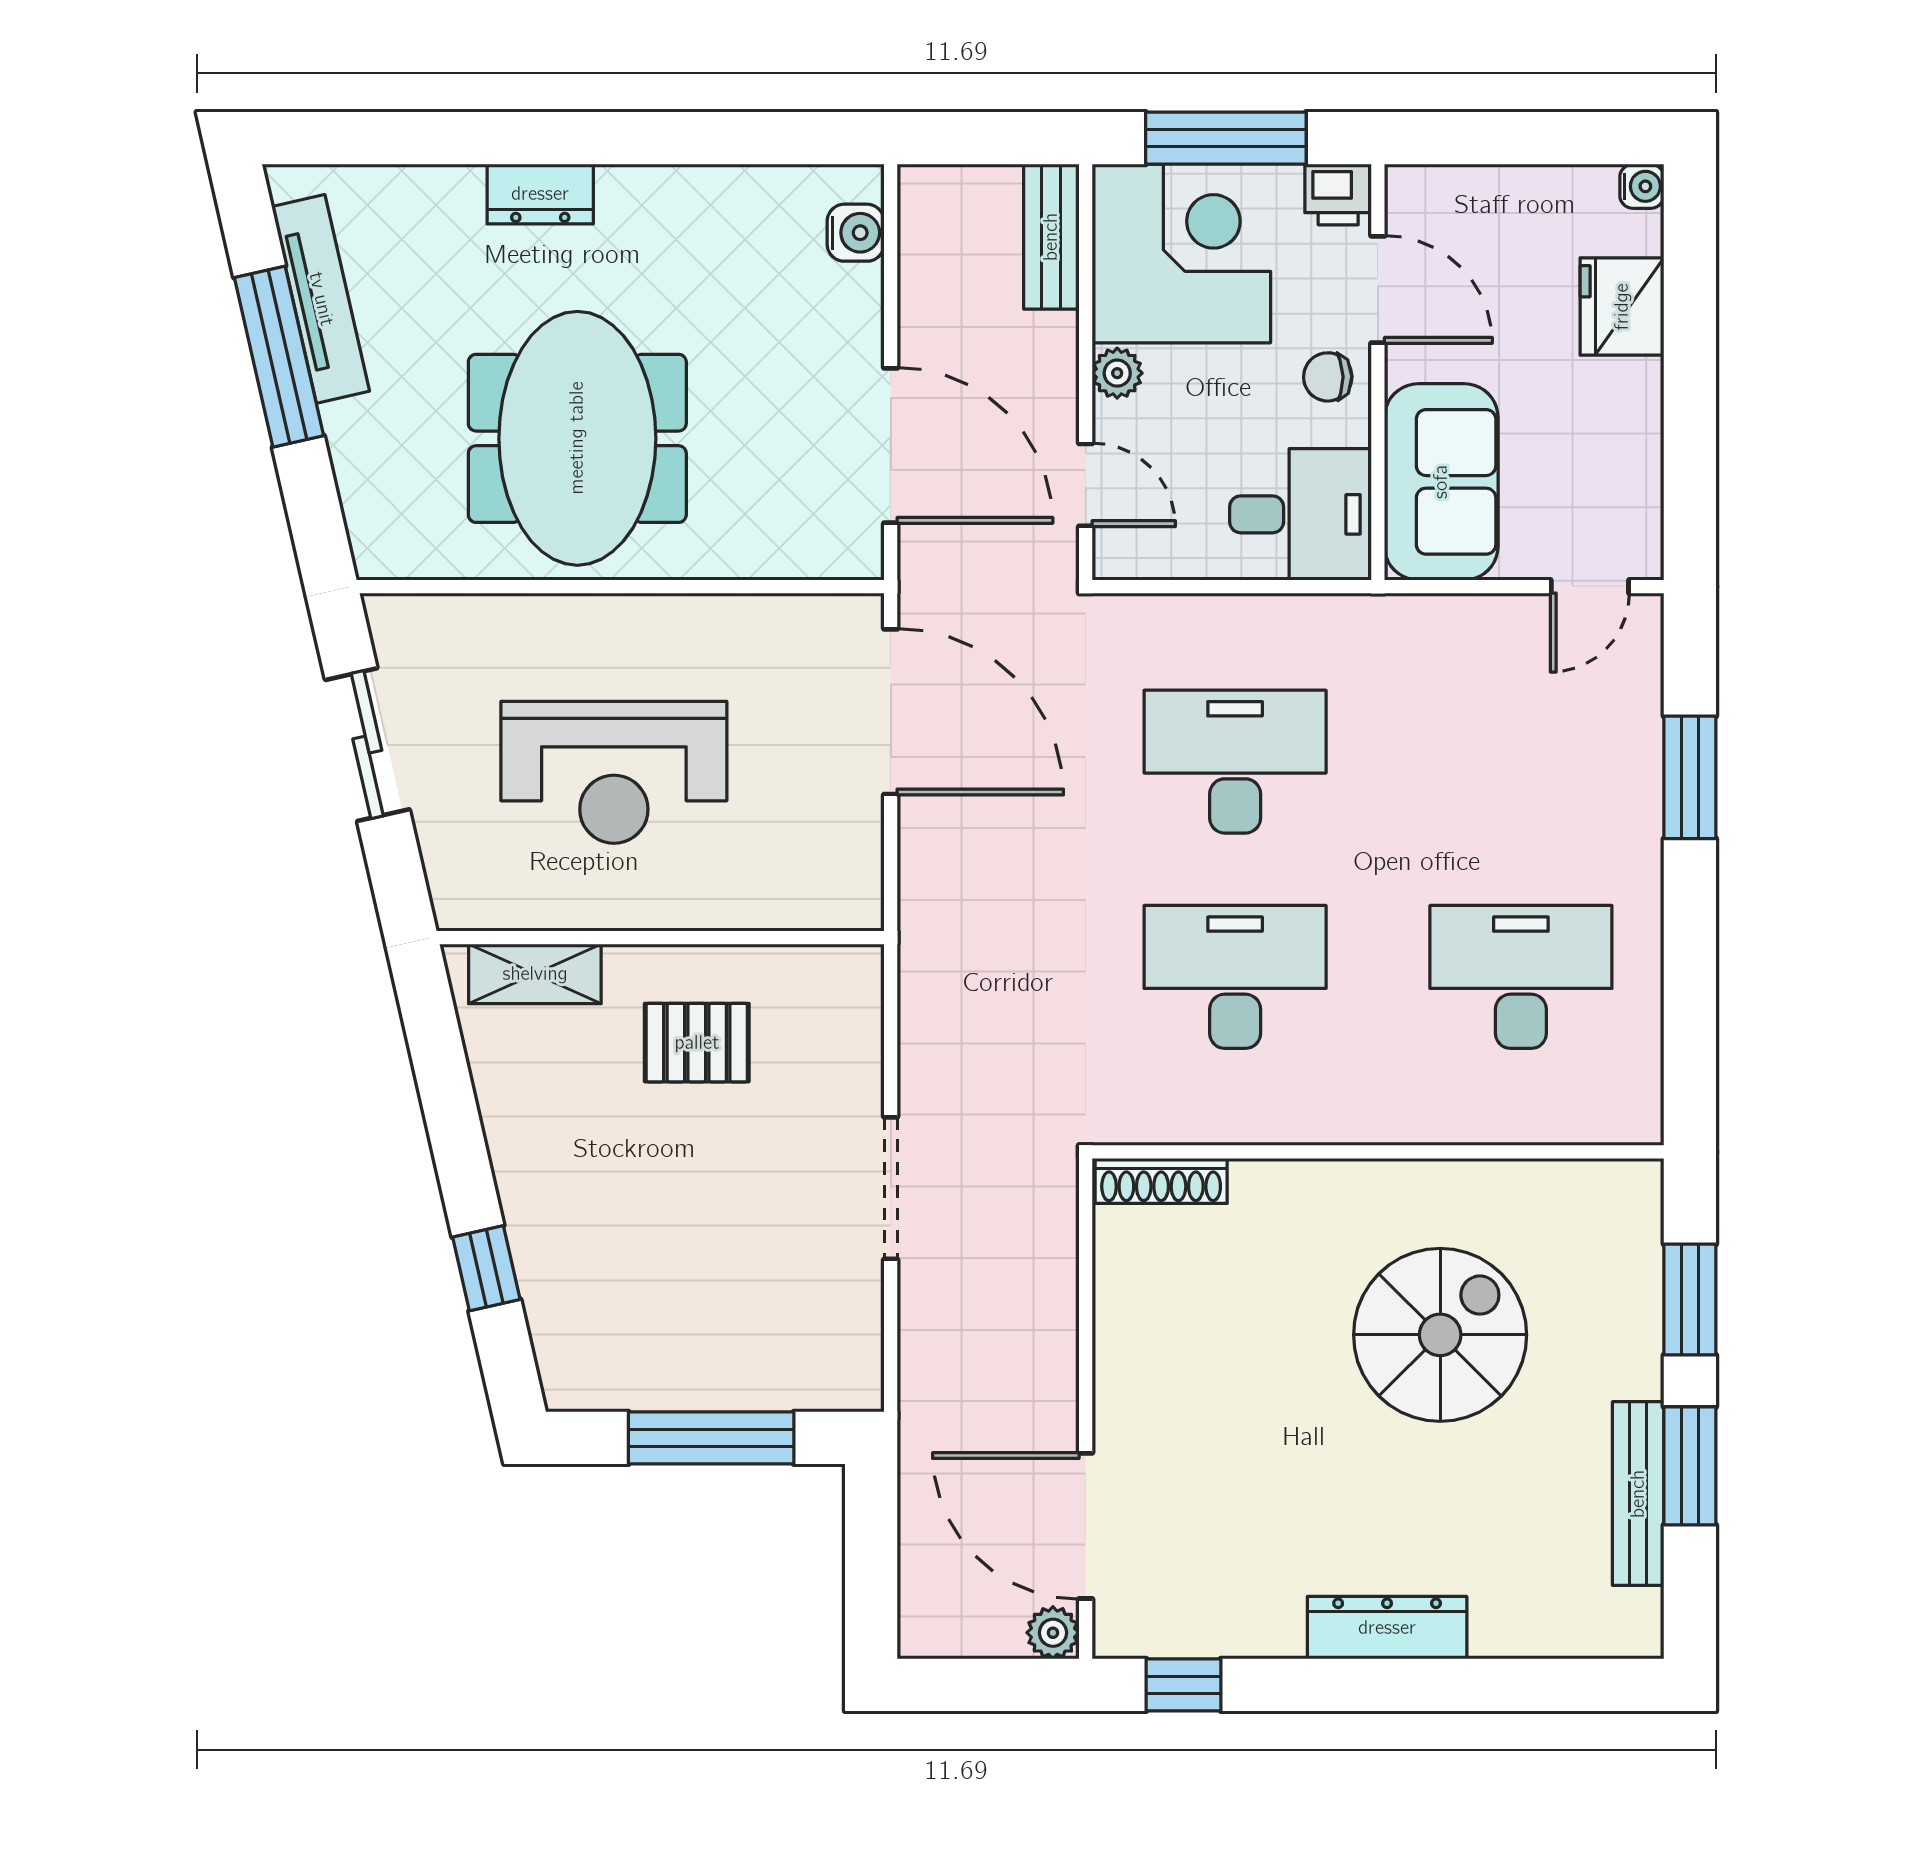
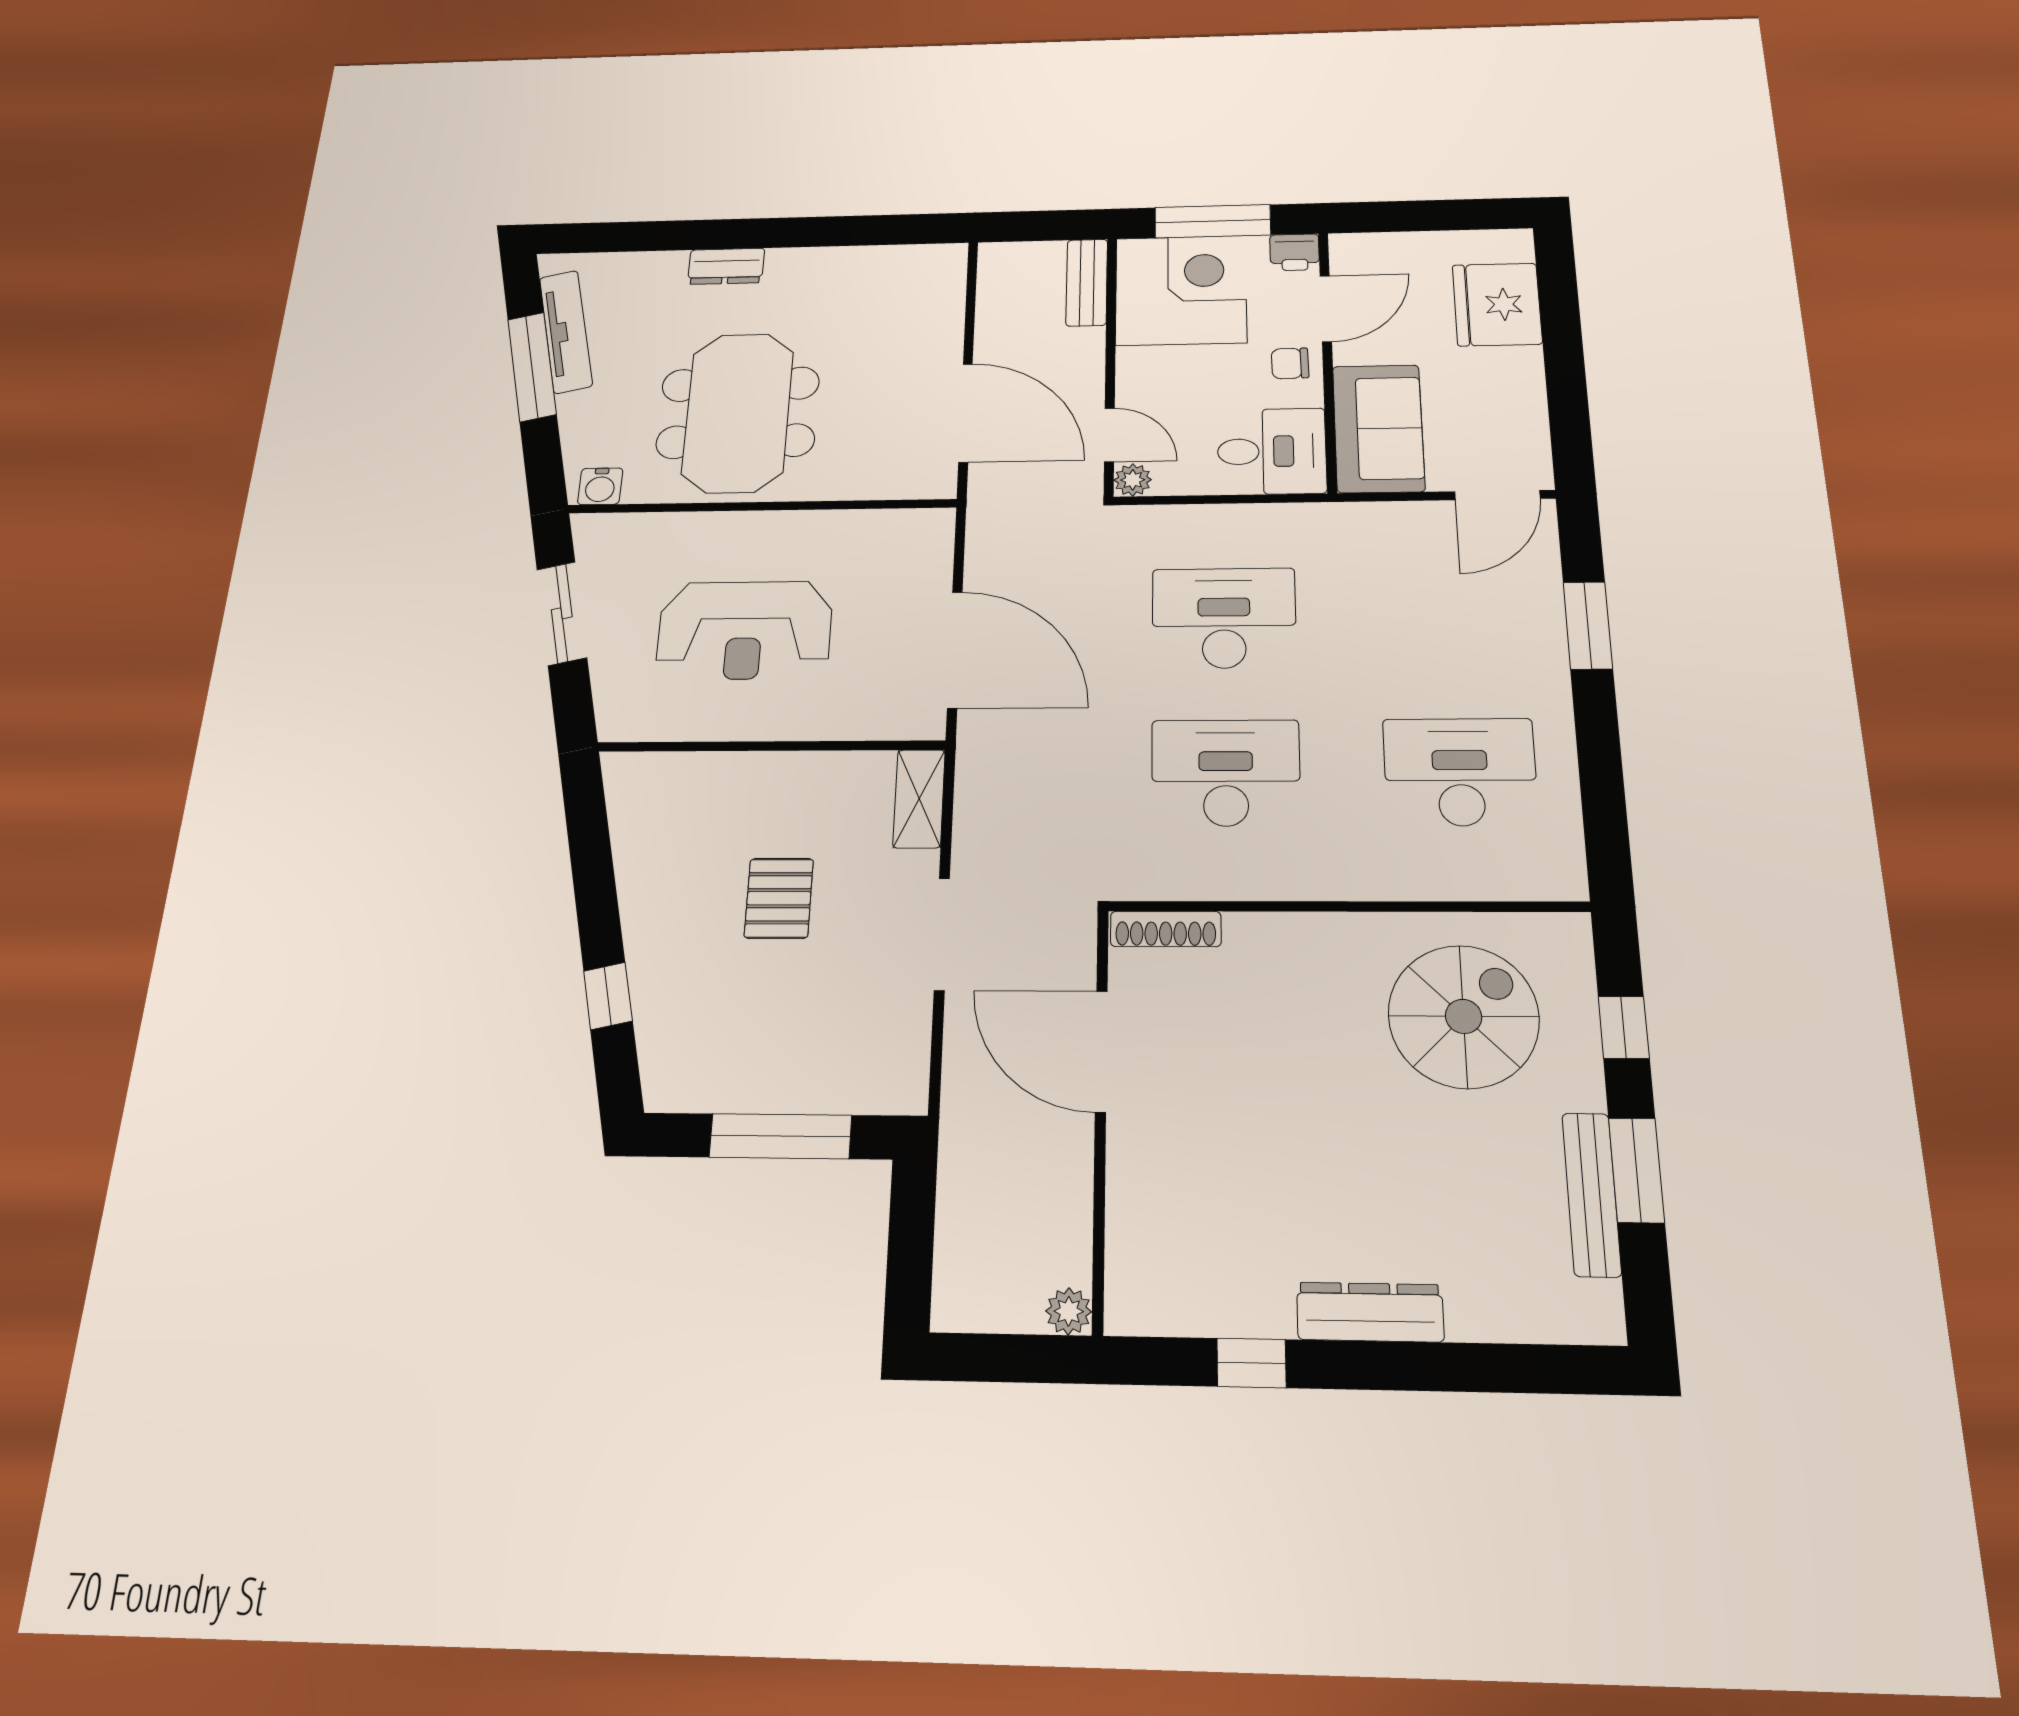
water cooler: (1642, 186) -> (1518, 242), removed
water cooler: (856, 233) -> (600, 486), moved, turned 90
door: (1378, 289) -> (1326, 309), hinge flipped
fridge: (1622, 307) -> (1497, 304), width x1.36, depth x1.34
plant: (1117, 373) -> (1133, 480), moved
door: (1590, 587) -> (1497, 495), width x1.38
door: (891, 712) -> (955, 650), moved
shelving: (535, 974) -> (919, 799), moved, turned 90
pallet: (697, 1043) -> (779, 898), moved, turned 90
window: (1690, 1300) -> (1624, 1027), width x0.67
spiral stairs: (1440, 1335) -> (1464, 1016), moved
door: (1086, 1526) -> (1101, 1051), moved
window: (1183, 1685) -> (1251, 1363), moved

